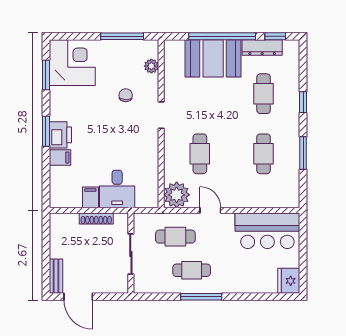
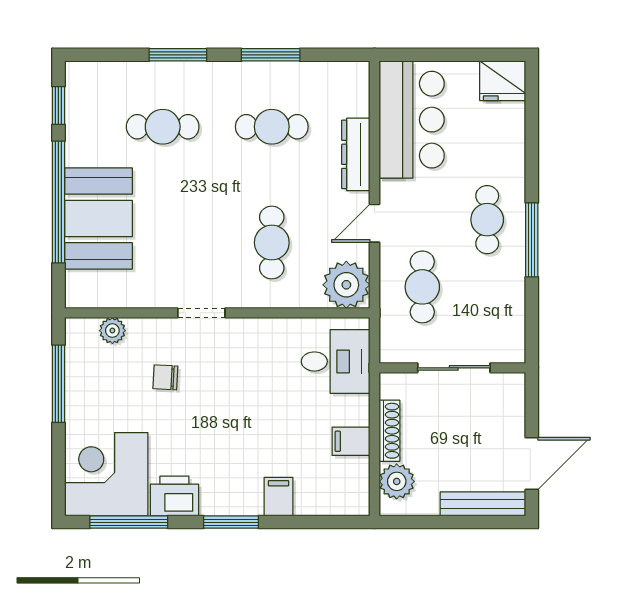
dresser: (262, 48) -> (356, 154), moved, turned 180
window: (46, 75) -> (129, 522), width x1.44
window: (303, 102) -> (178, 55), width x1.50
printer: (60, 135) -> (174, 496), moved
cafe table: (200, 154) -> (272, 243), turned 90
desk: (117, 189) -> (336, 361), moved
plant: (68, 223) -> (397, 481), added
cafe table: (192, 270) -> (487, 220), moved
bench: (56, 276) -> (483, 504), width x1.36

